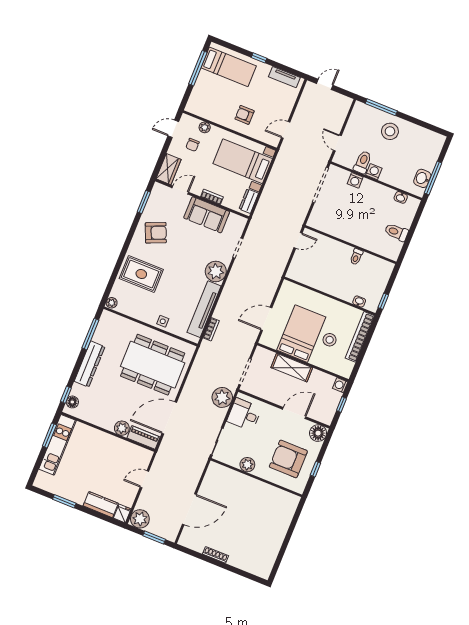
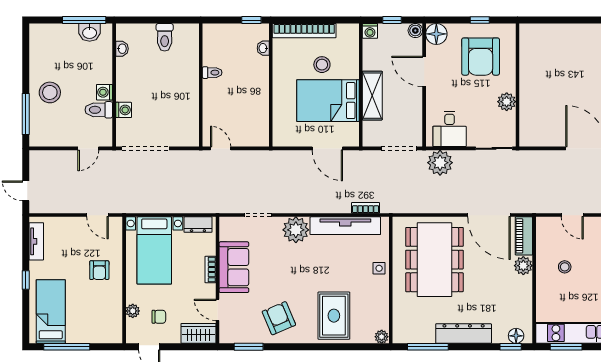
boiler: (327, 419) -> (415, 31), added
stool: (109, 458) -> (565, 267), added

